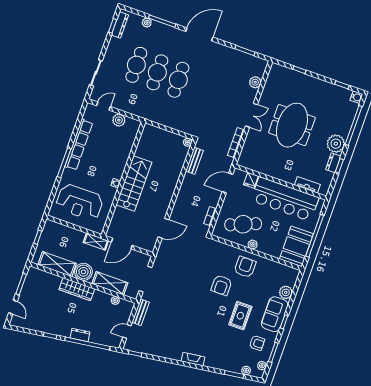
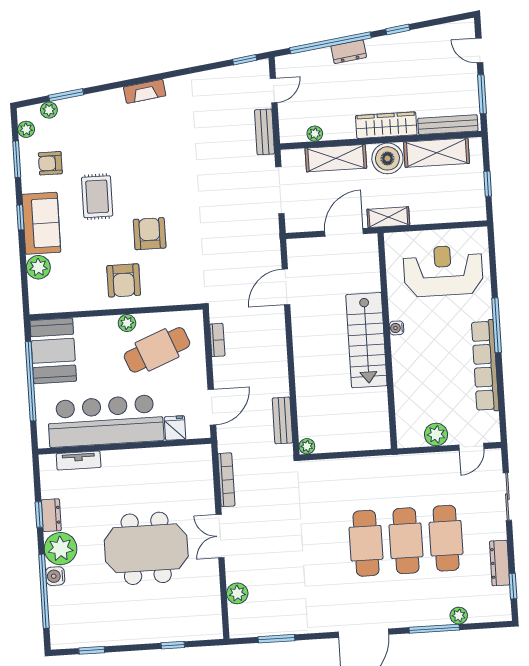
dresser: (120, 25) -> (500, 563), moved
water cooler: (356, 97) -> (55, 576), moved
meeting table: (292, 125) -> (146, 548), turned 90
bench: (45, 276) -> (448, 125), added

